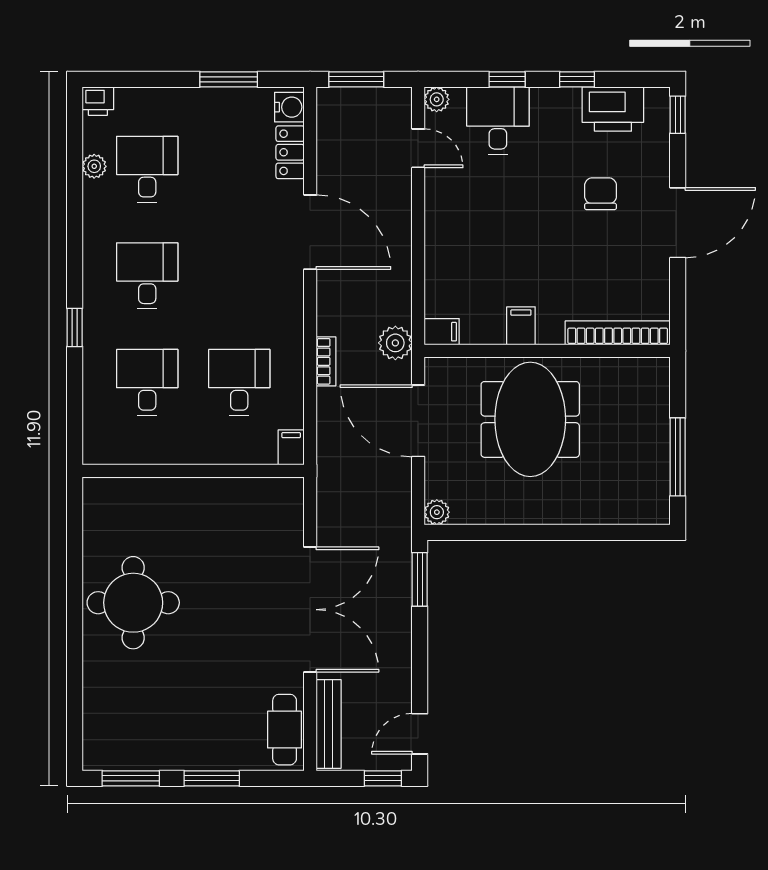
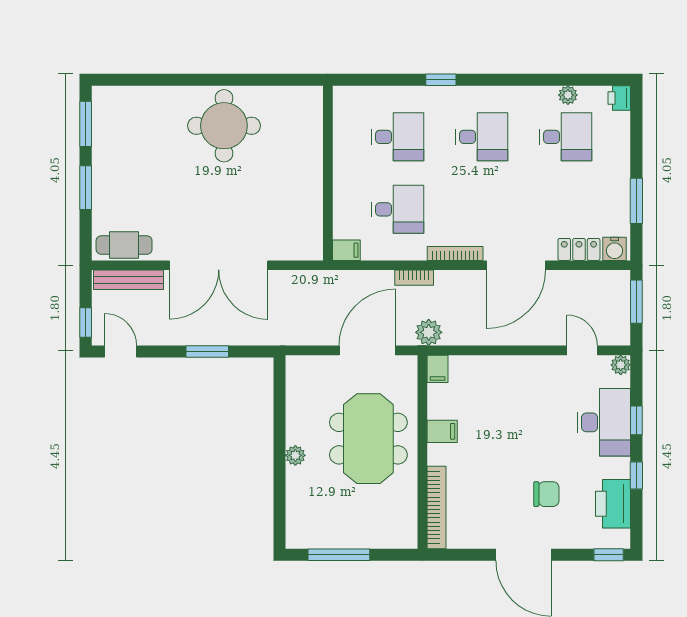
desk: (498, 121) -> (604, 422), width x1.37
door: (418, 148) -> (582, 350), swing flipped
bookcase: (295, 309) -> (455, 253), added
meeting table: (530, 419) -> (368, 439), turned 90
plant: (437, 512) -> (295, 455), moved
window: (420, 579) -> (207, 352), moved

